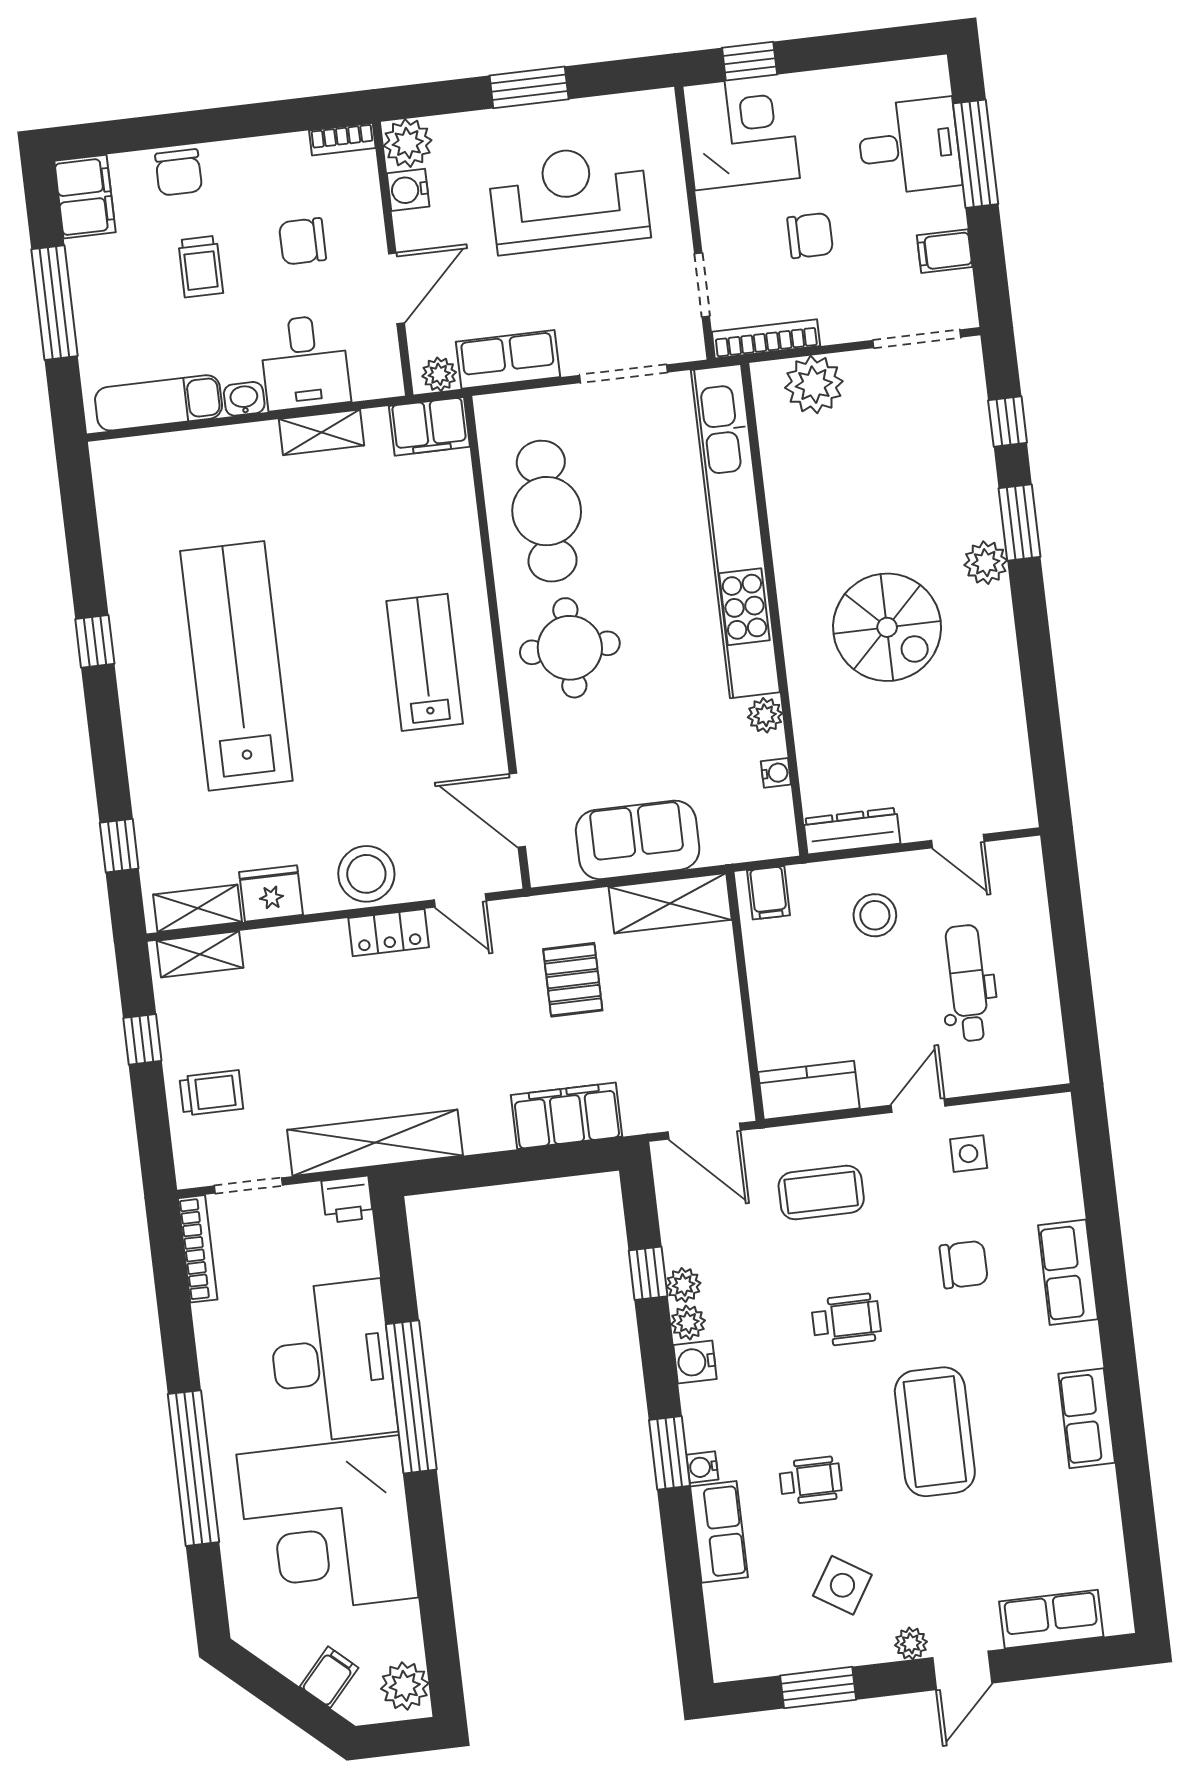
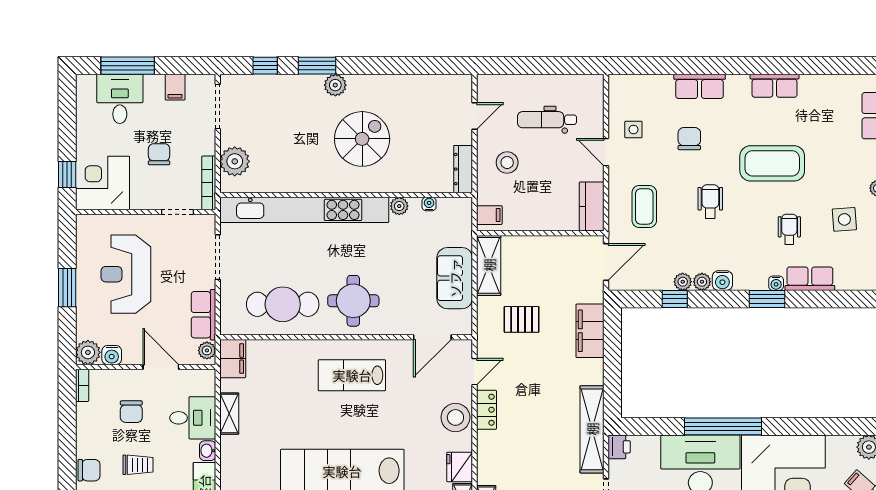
side table: (842, 1585) -> (844, 219), turned -36

